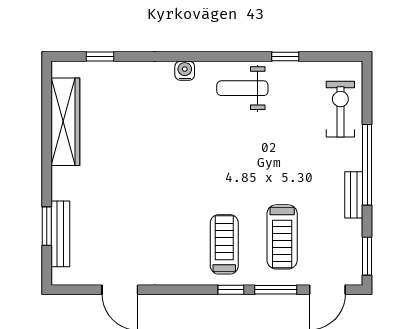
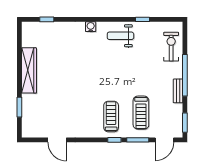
wardrobe: (65, 122) -> (29, 70), moved
bench: (60, 234) -> (26, 111), removed

